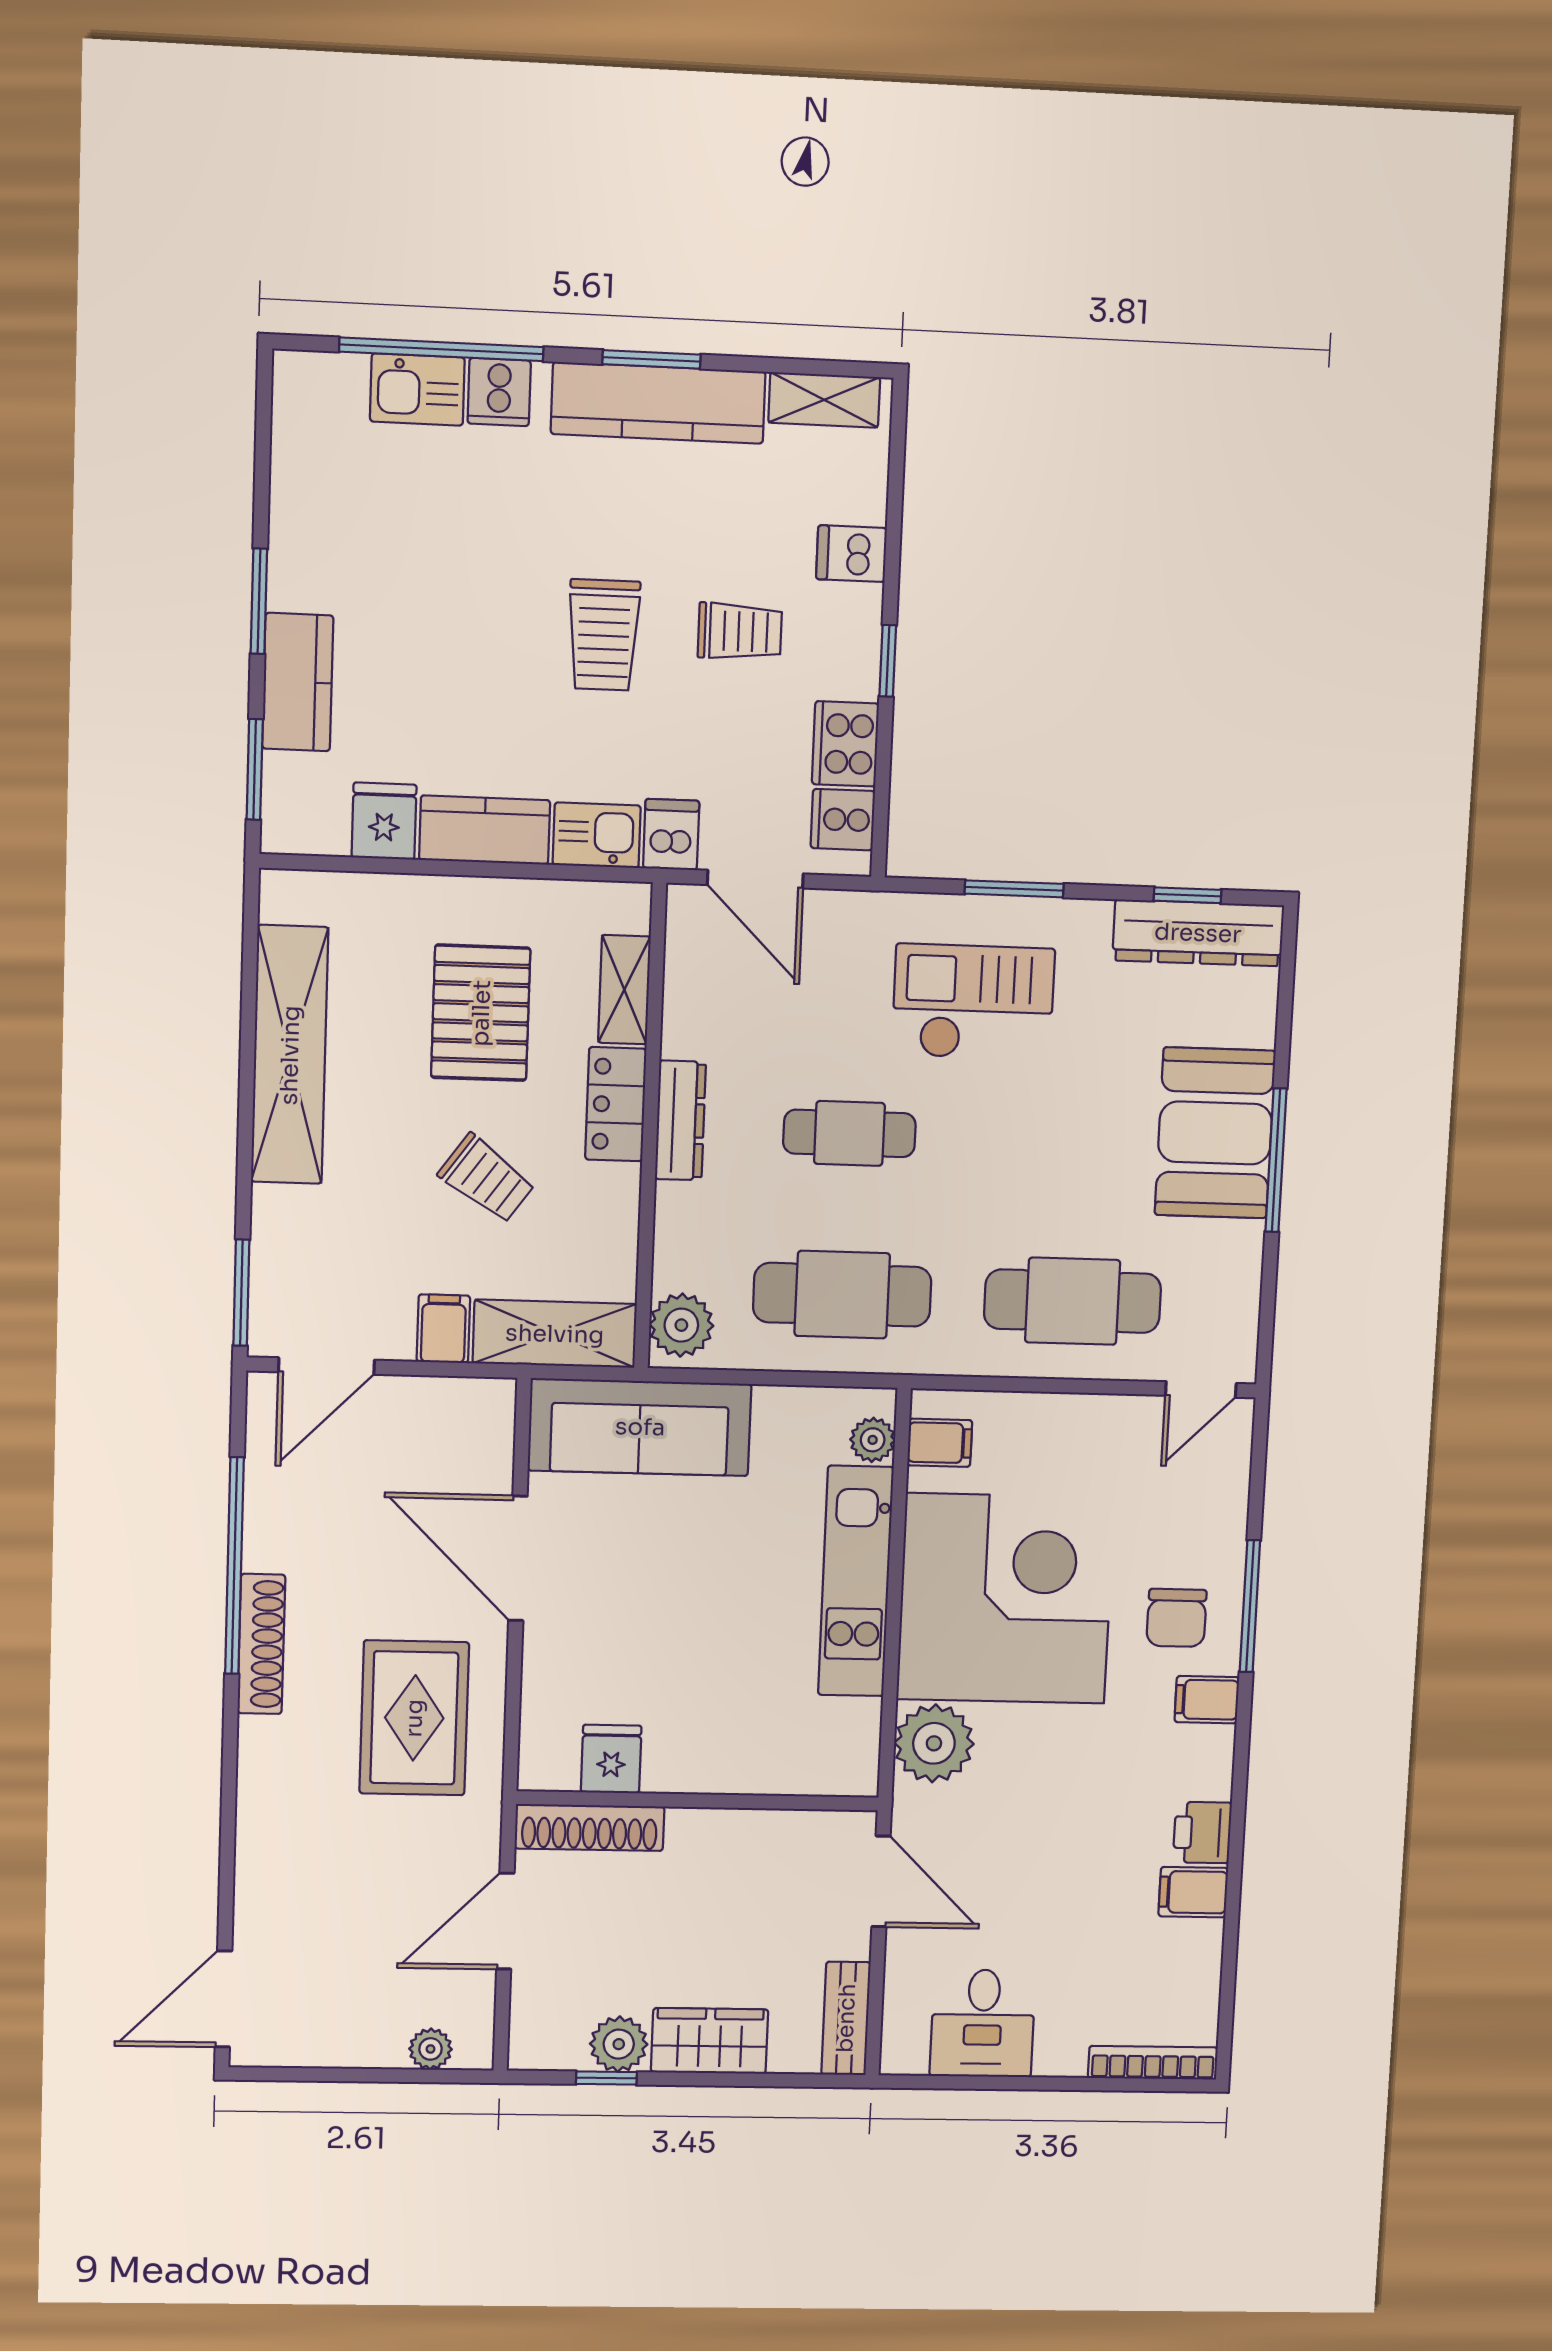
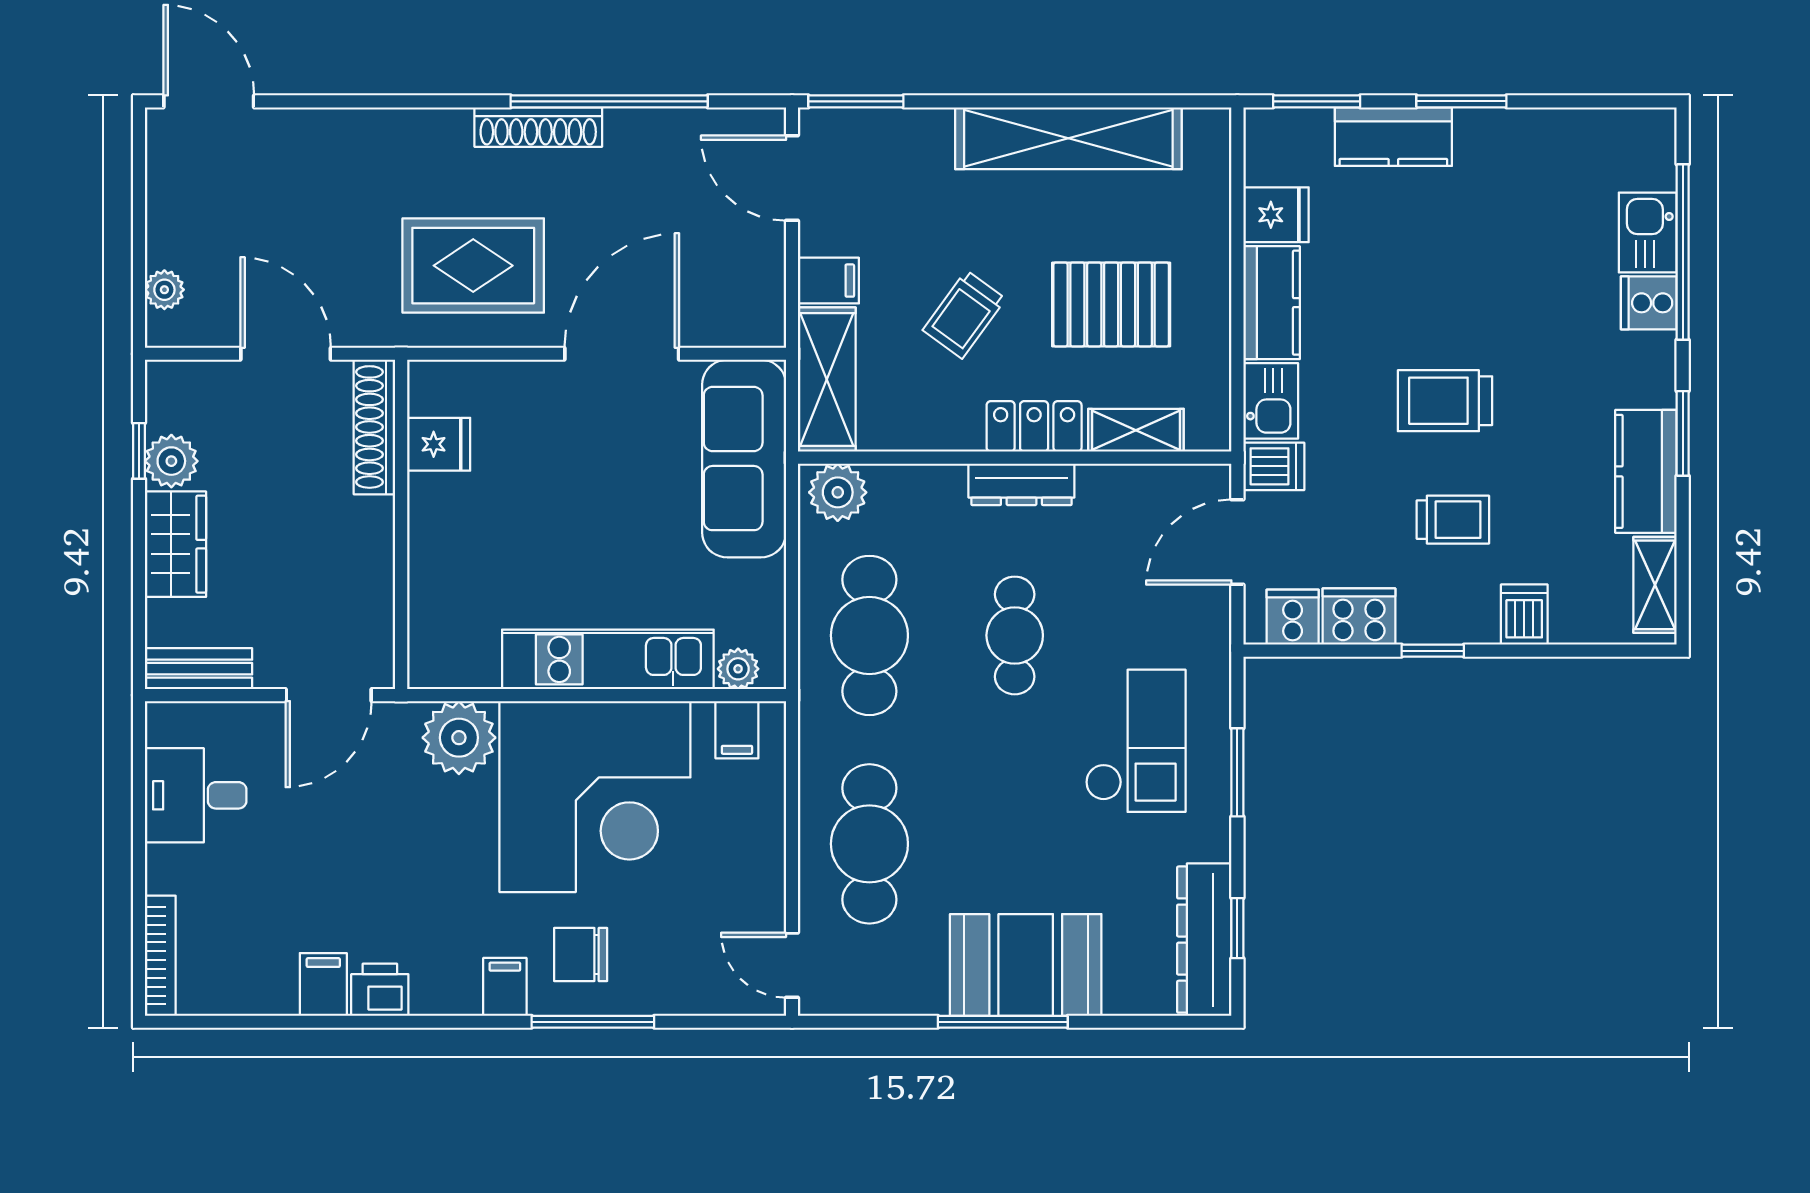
kitchen counter: (658, 403) -> (1646, 471), width x0.67
trolley: (740, 631) -> (1453, 520), turned -90

